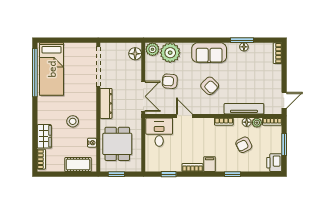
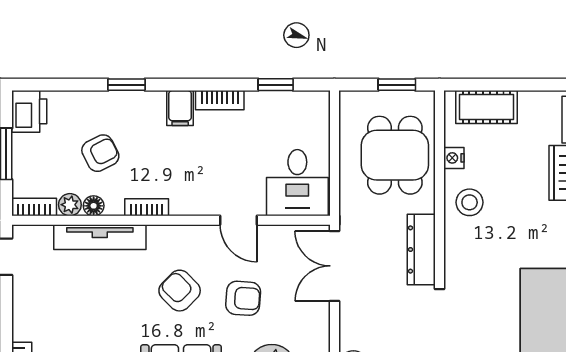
armchair: (170, 81) -> (243, 298), moved
stool: (73, 121) -> (470, 202), moved

